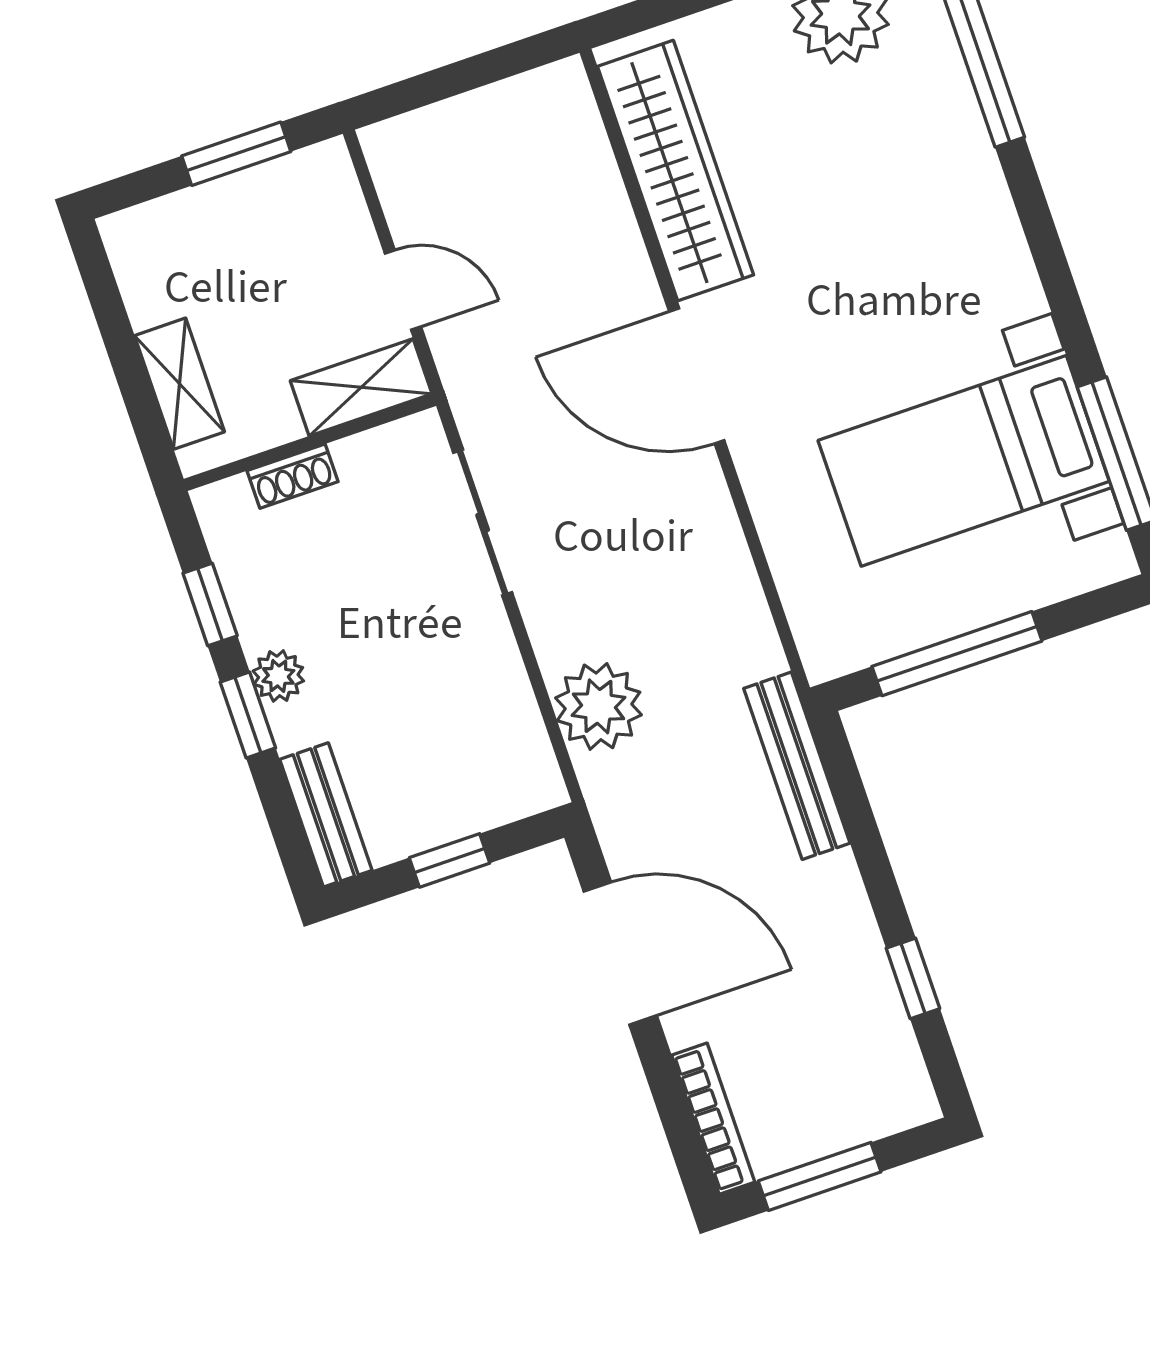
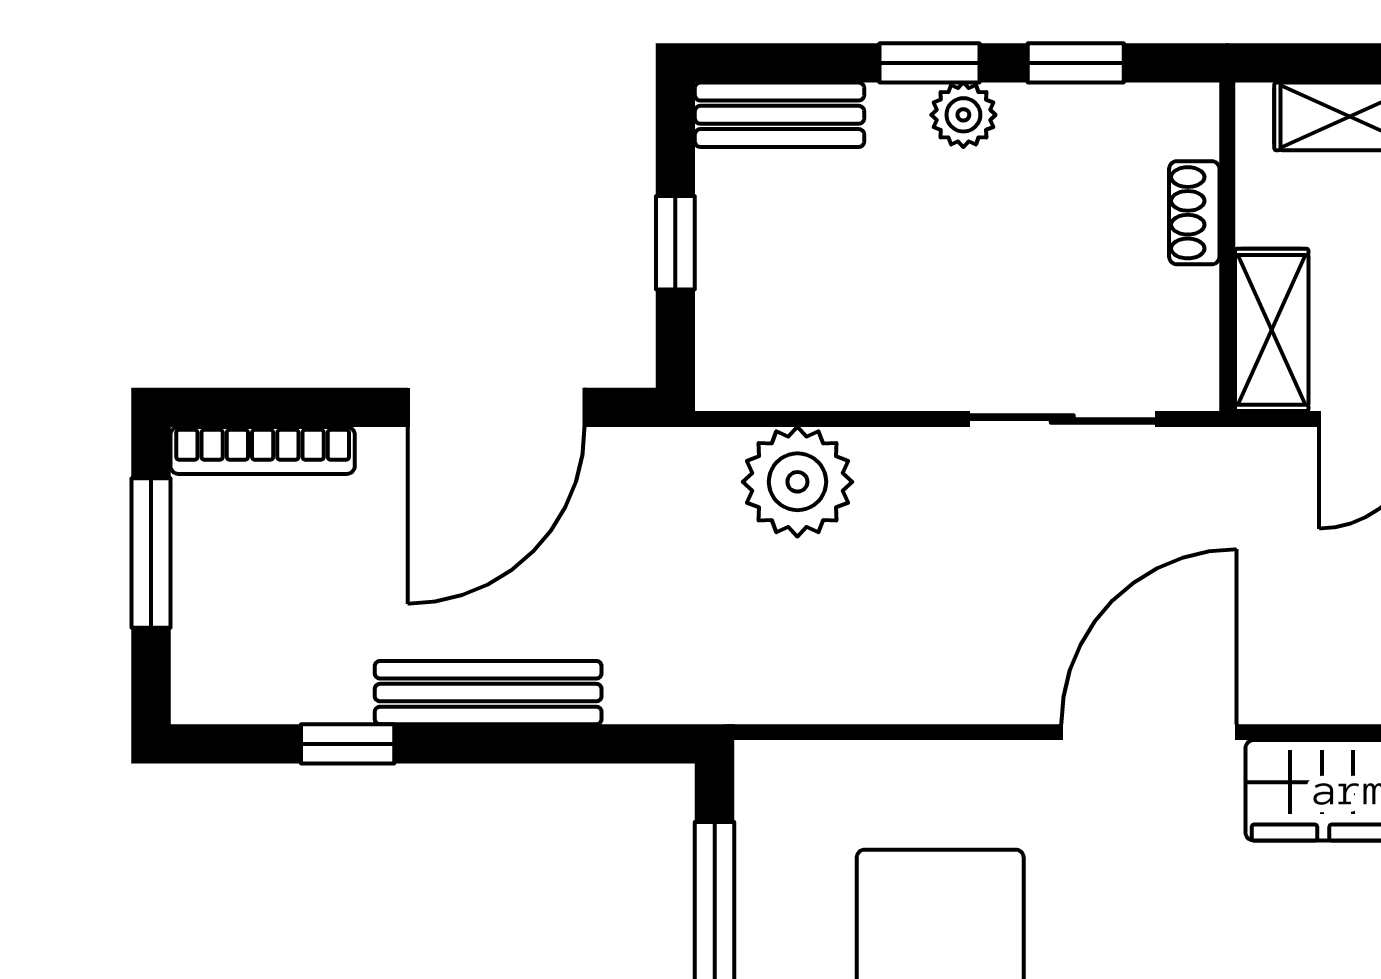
bench: (797, 766) -> (488, 693), moved

